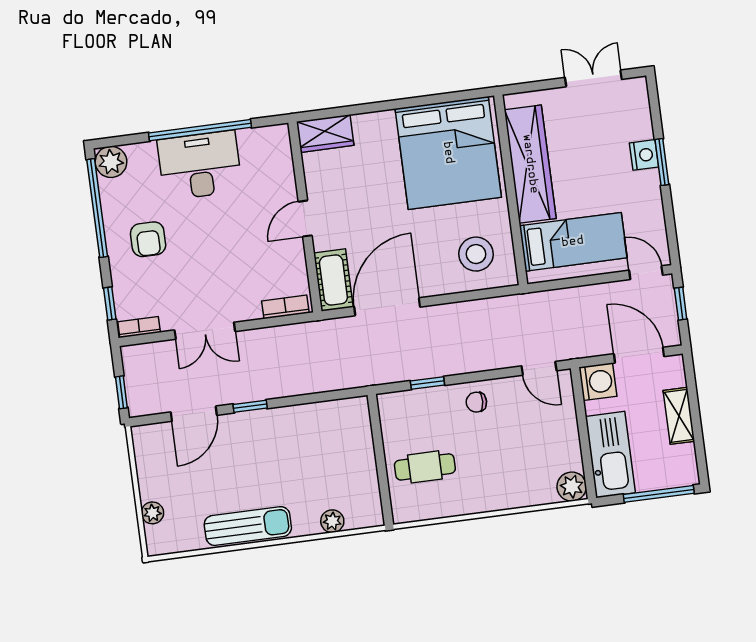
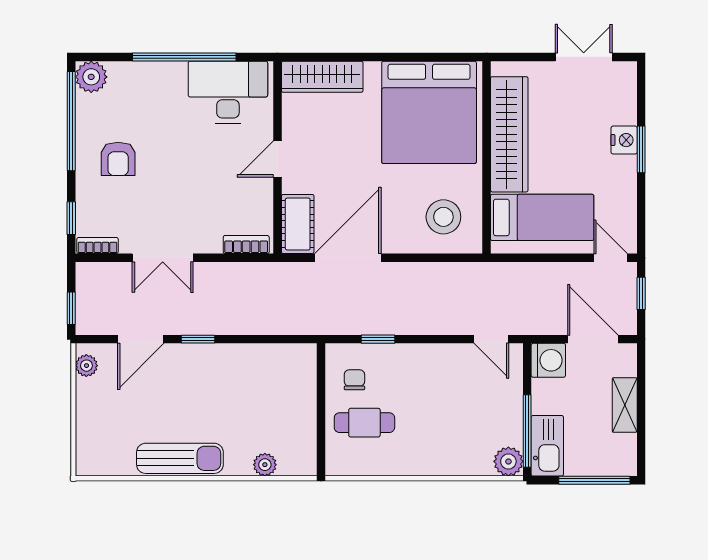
wardrobe: (325, 134) -> (322, 77), width x1.50
desk: (200, 165) -> (228, 92), moved
chair: (476, 402) -> (354, 380), moved, turned 87
window: (586, 454) -> (527, 431), added
kitchen sink: (610, 455) -> (547, 446), width x0.73, depth x0.81
plant: (152, 513) -> (86, 366), moved

